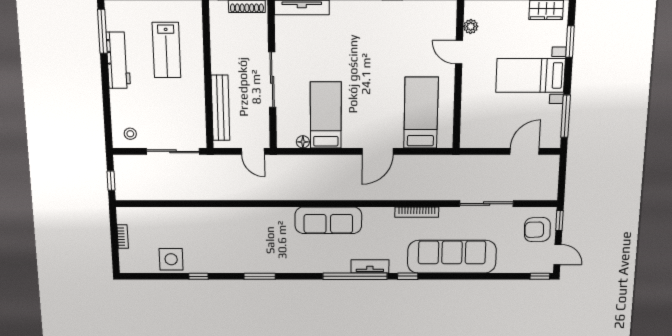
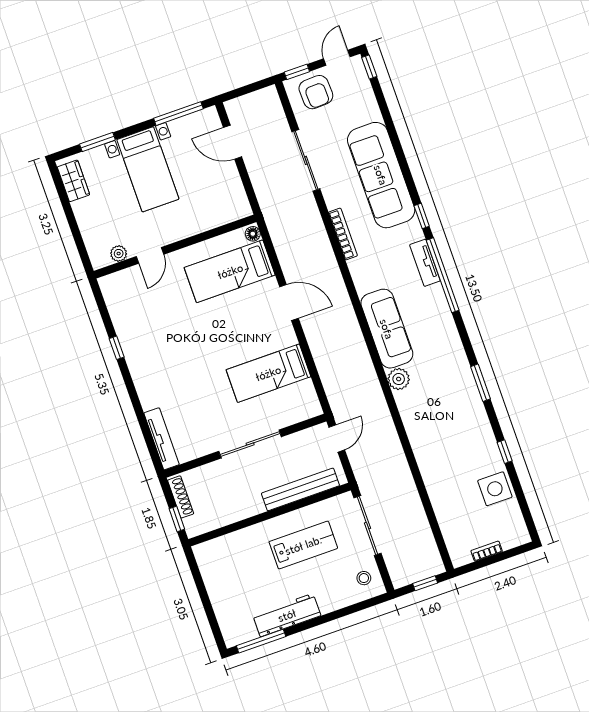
lab bench: (167, 50) -> (303, 545), moved
floor lamp: (303, 142) -> (253, 234), moved
plant: (285, 216) -> (399, 379), added

